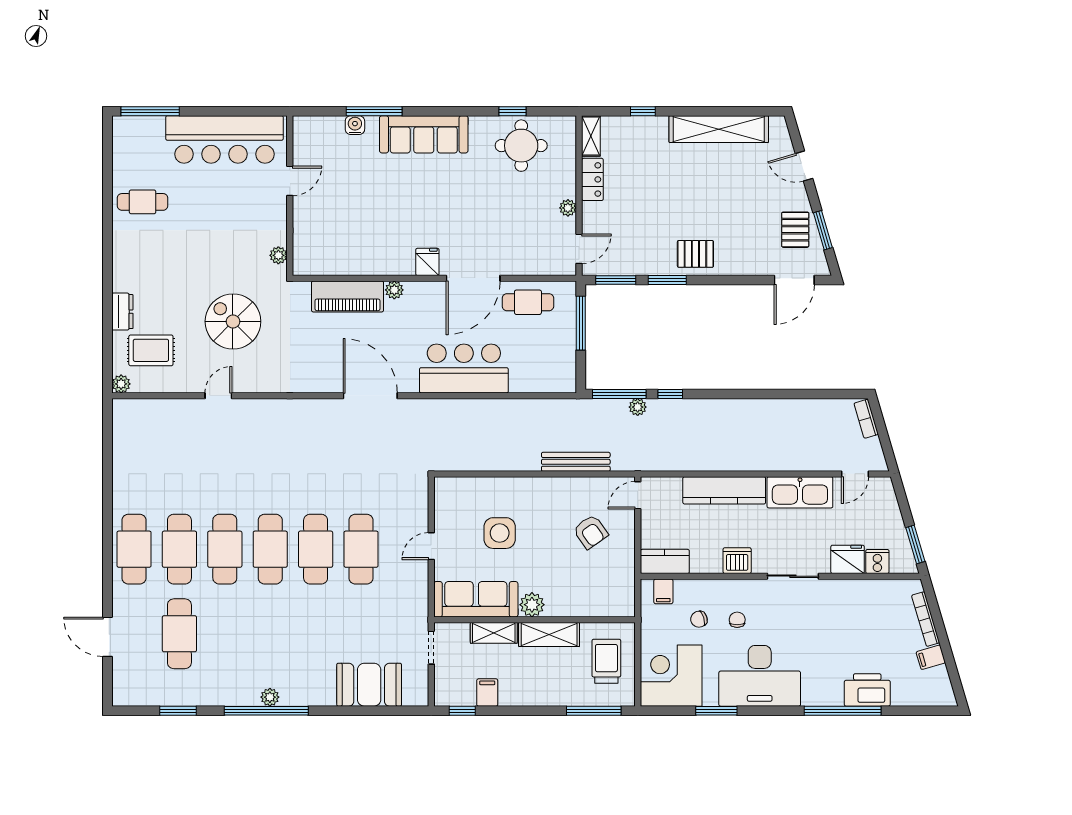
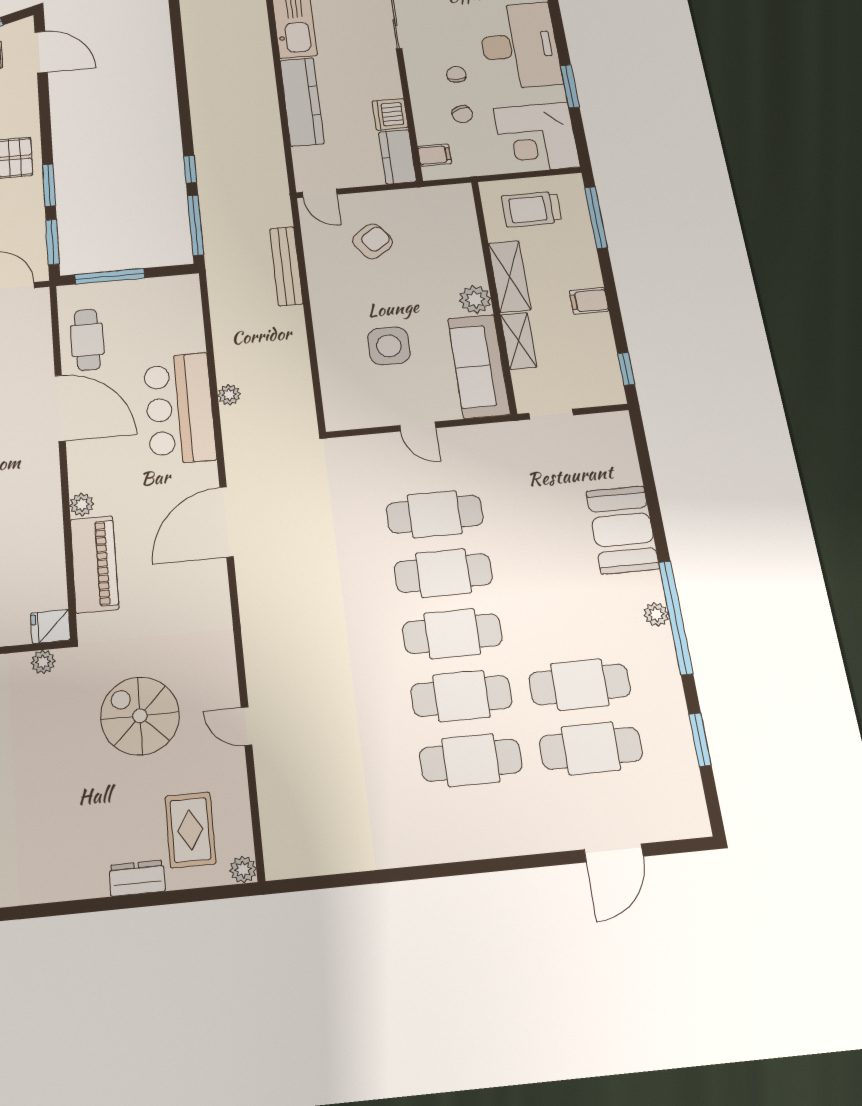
fridge: (427, 262) -> (50, 626), moved
spiral stairs: (233, 321) -> (140, 716), turned 90
plant: (638, 407) -> (229, 395), moved
cafe table: (134, 549) -> (580, 684), moved
dishwasher: (737, 561) -> (390, 114), moved
chair: (737, 620) -> (456, 74), turned 90
booth: (369, 685) -> (623, 530), moved
filing cabinet: (487, 693) -> (589, 301), moved

